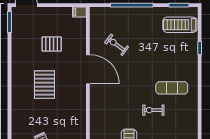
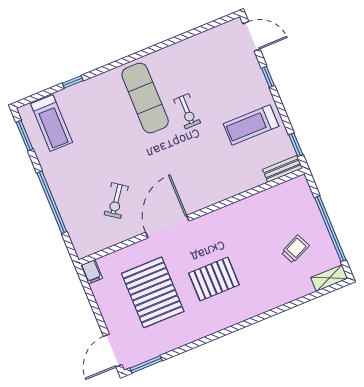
pallet: (52, 44) -> (153, 292), width x2.05, depth x2.00
exercise mat: (172, 88) -> (145, 98), width x1.36, depth x1.45

